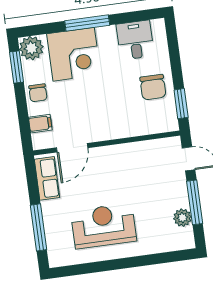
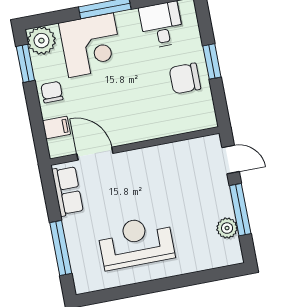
chair: (153, 87) -> (185, 78), turned 90
chair: (38, 93) -> (52, 92), turned 180
window: (181, 104) -> (212, 61), moved
door: (72, 148) -> (95, 154), swing flipped

